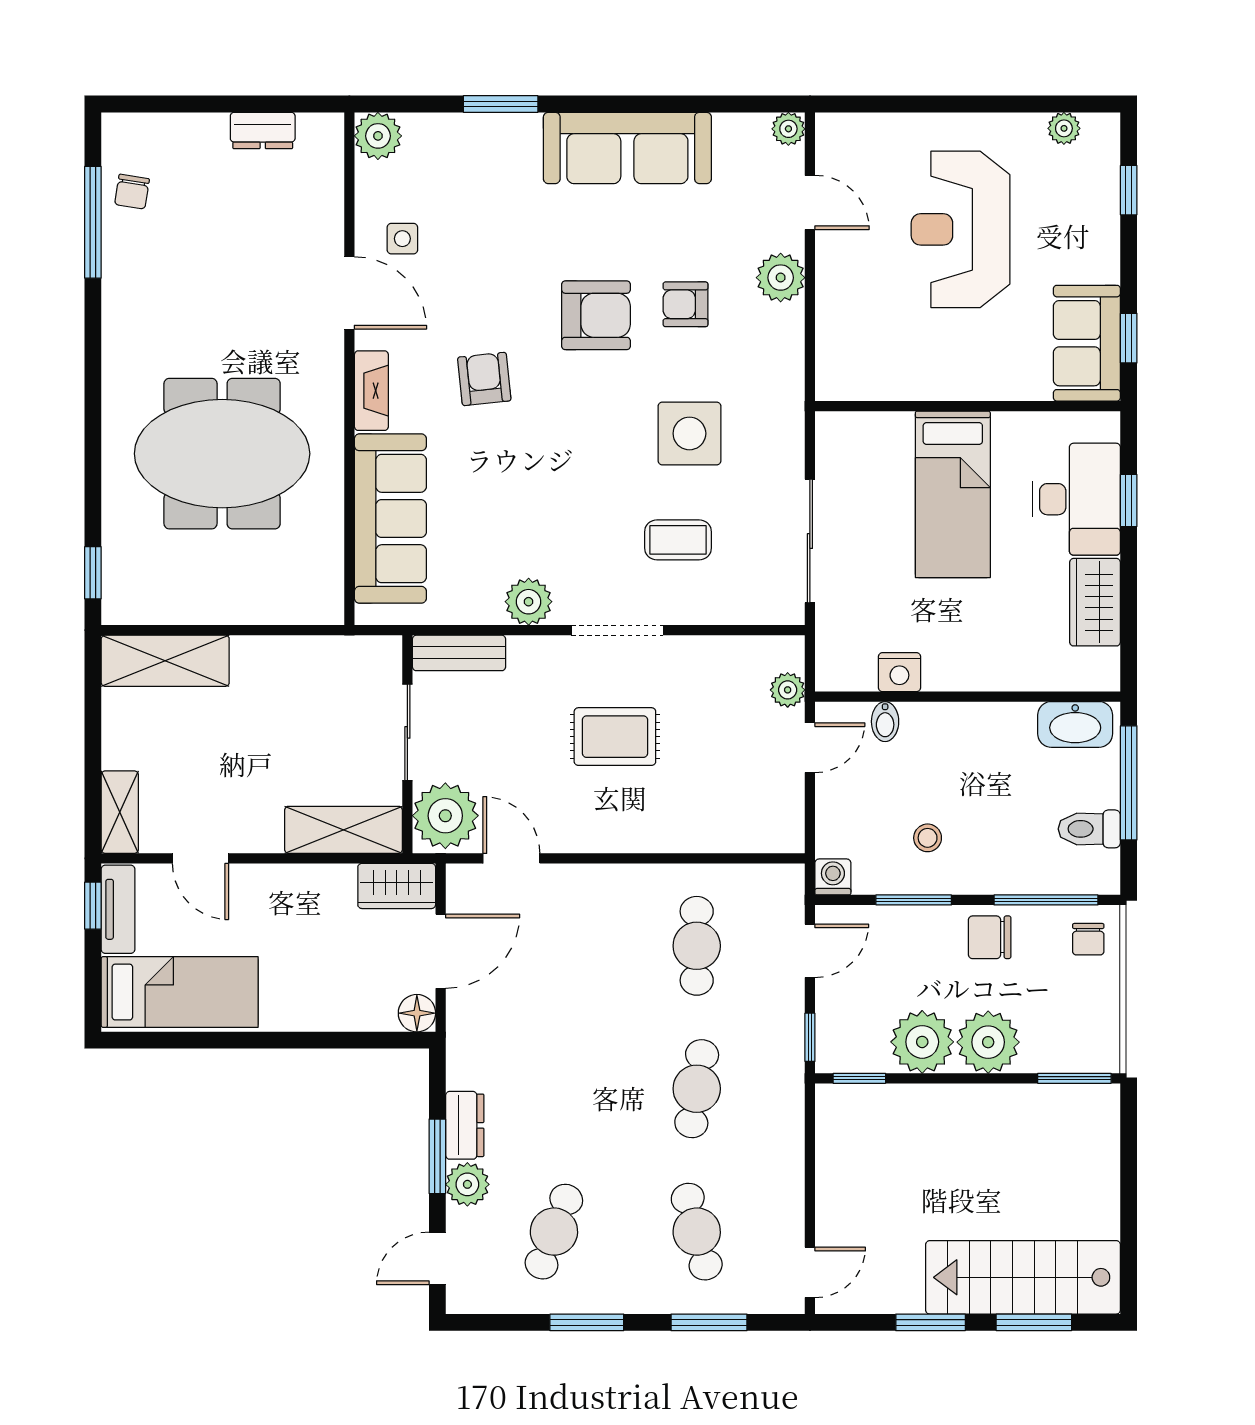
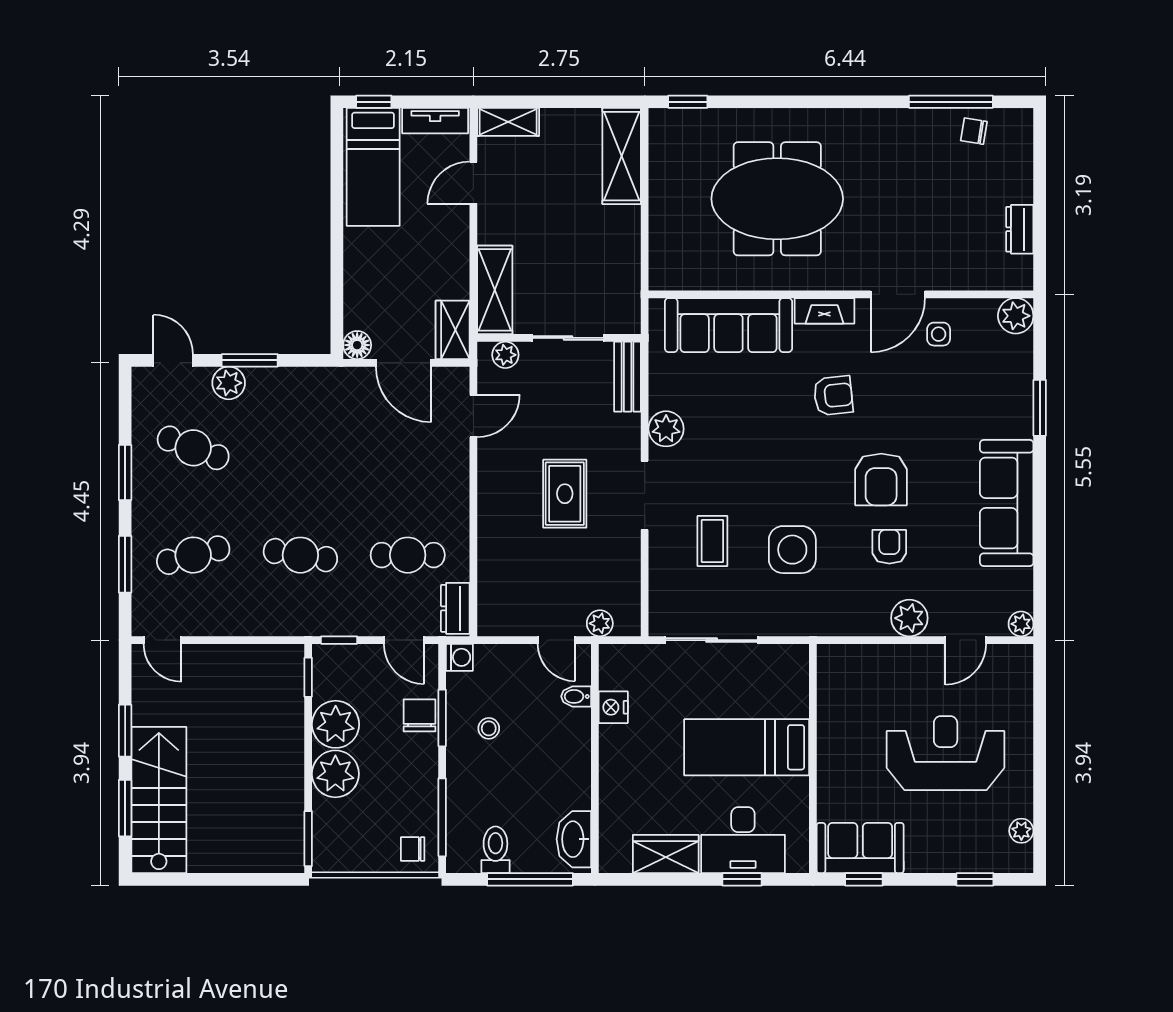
meeting table: (222, 454) -> (777, 199), turned 90
plant: (445, 816) -> (505, 355), width x0.53, depth x0.53
window: (93, 906) -> (374, 102), moved
chair: (990, 937) -> (419, 715), moved
dresser: (465, 1125) -> (455, 608), moved, turned 90

